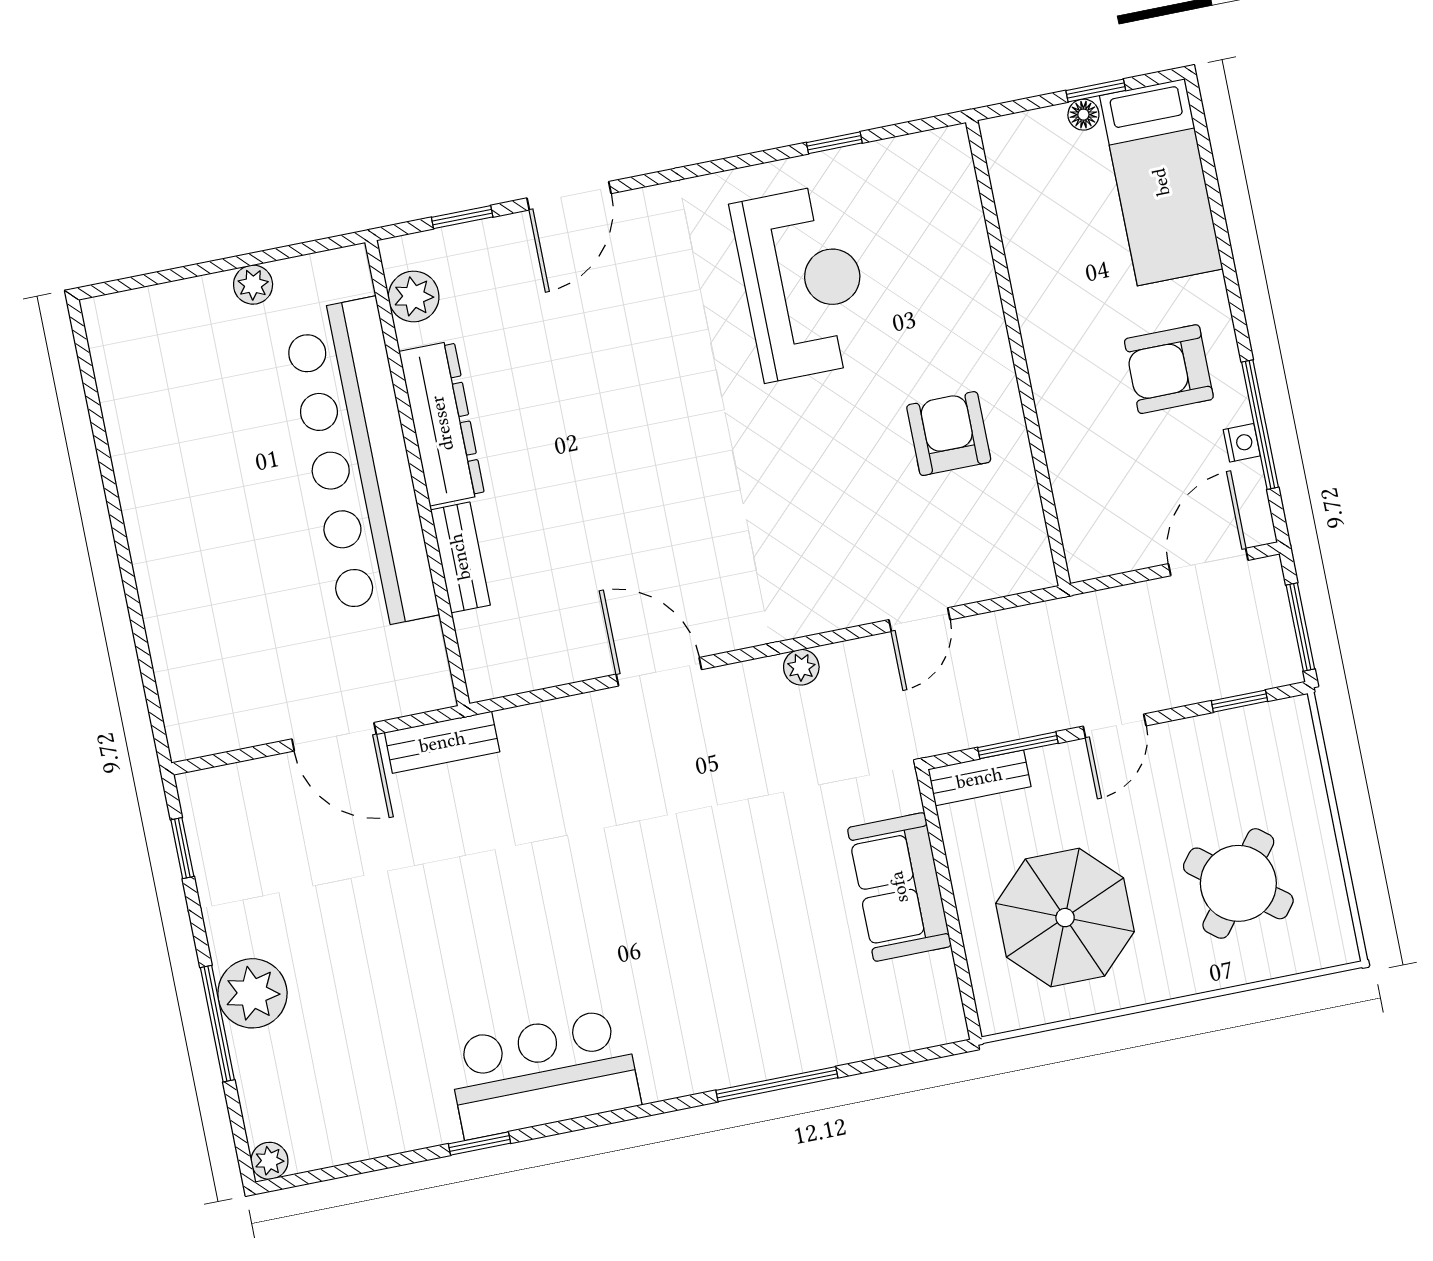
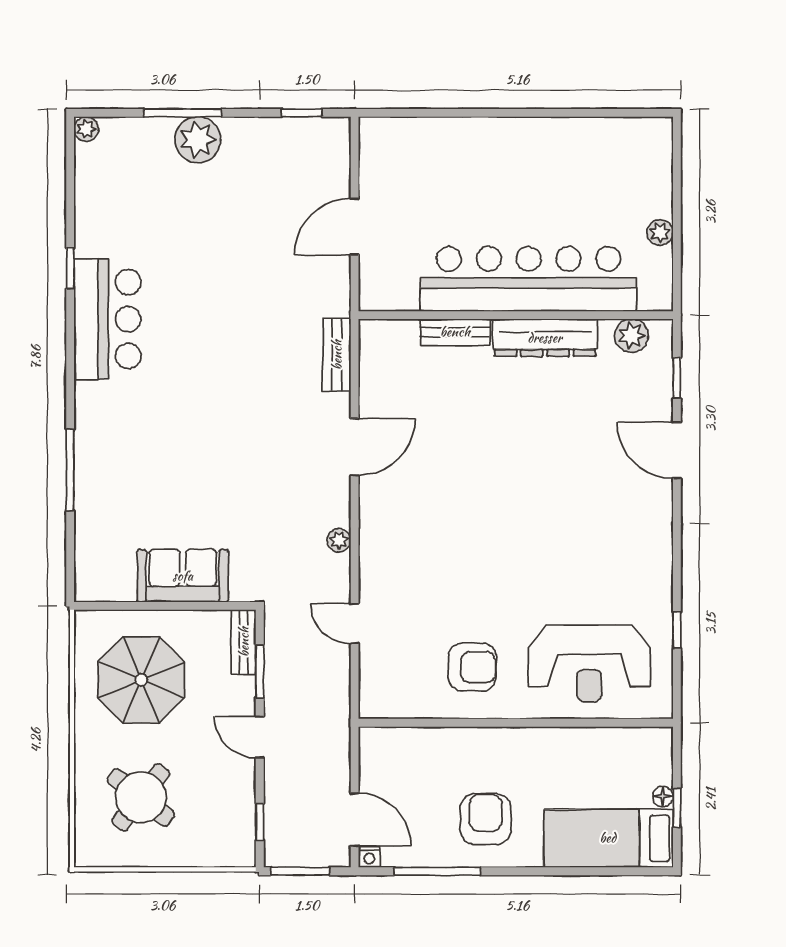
reception desk: (803, 283) -> (589, 663), moved
nightstand: (1242, 443) -> (369, 857), moved
bench: (442, 742) -> (337, 355), moved

